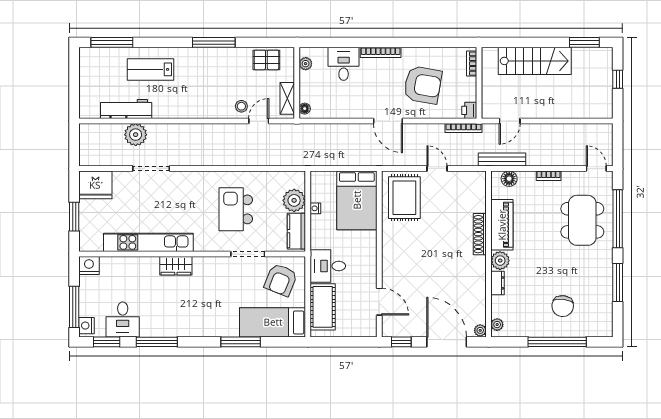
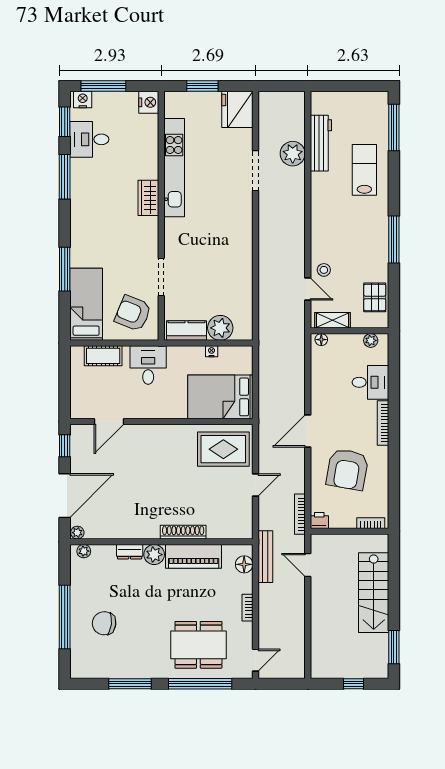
kitchen island: (236, 209) -> (210, 264), removed
cot: (323, 307) -> (103, 356), width x0.73, depth x0.75

